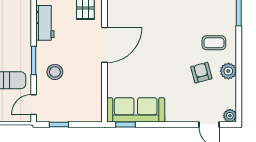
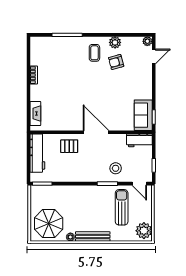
workbench: (45, 23) -> (139, 140), moved, turned 180
sofa: (136, 110) -> (143, 115), width x0.73

